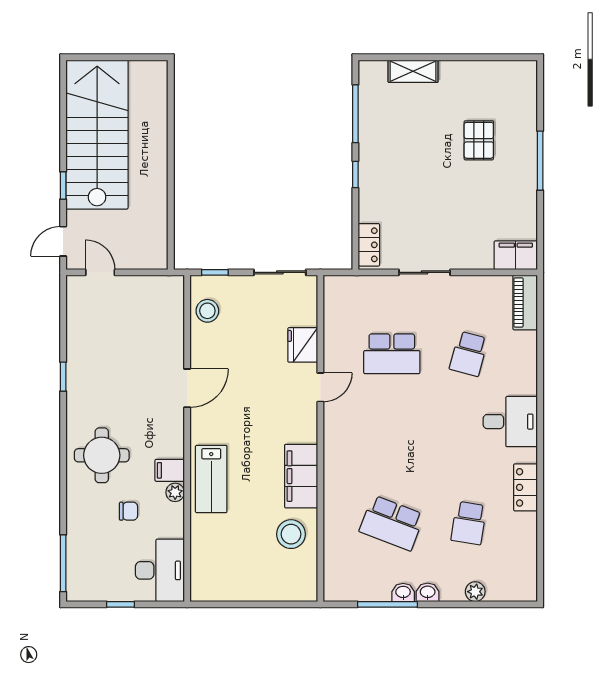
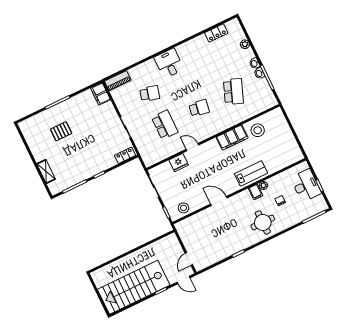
locker: (525, 487) -> (216, 33), moved
school desk: (469, 523) -> (199, 108), moved
desk: (160, 570) -> (306, 185), moved, turned 90

